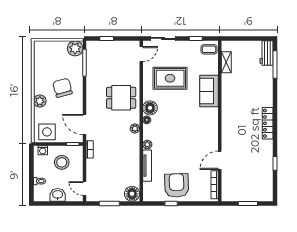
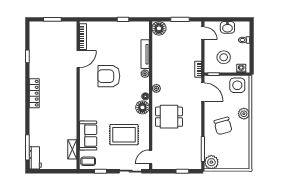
sofa: (209, 91) -> (88, 136), moved
armchair: (177, 185) -> (109, 76), moved, turned 92

